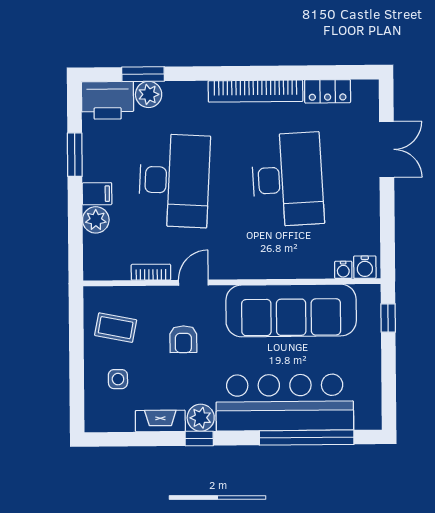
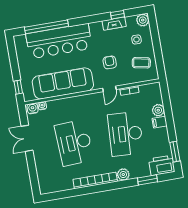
locker: (328, 91) -> (62, 186), removed
plant: (149, 94) -> (123, 175), moved
double door: (387, 150) -> (27, 138), moved
window: (75, 155) -> (175, 152), moved
plant: (201, 418) -> (143, 20), moved
window: (199, 438) -> (118, 15), moved

